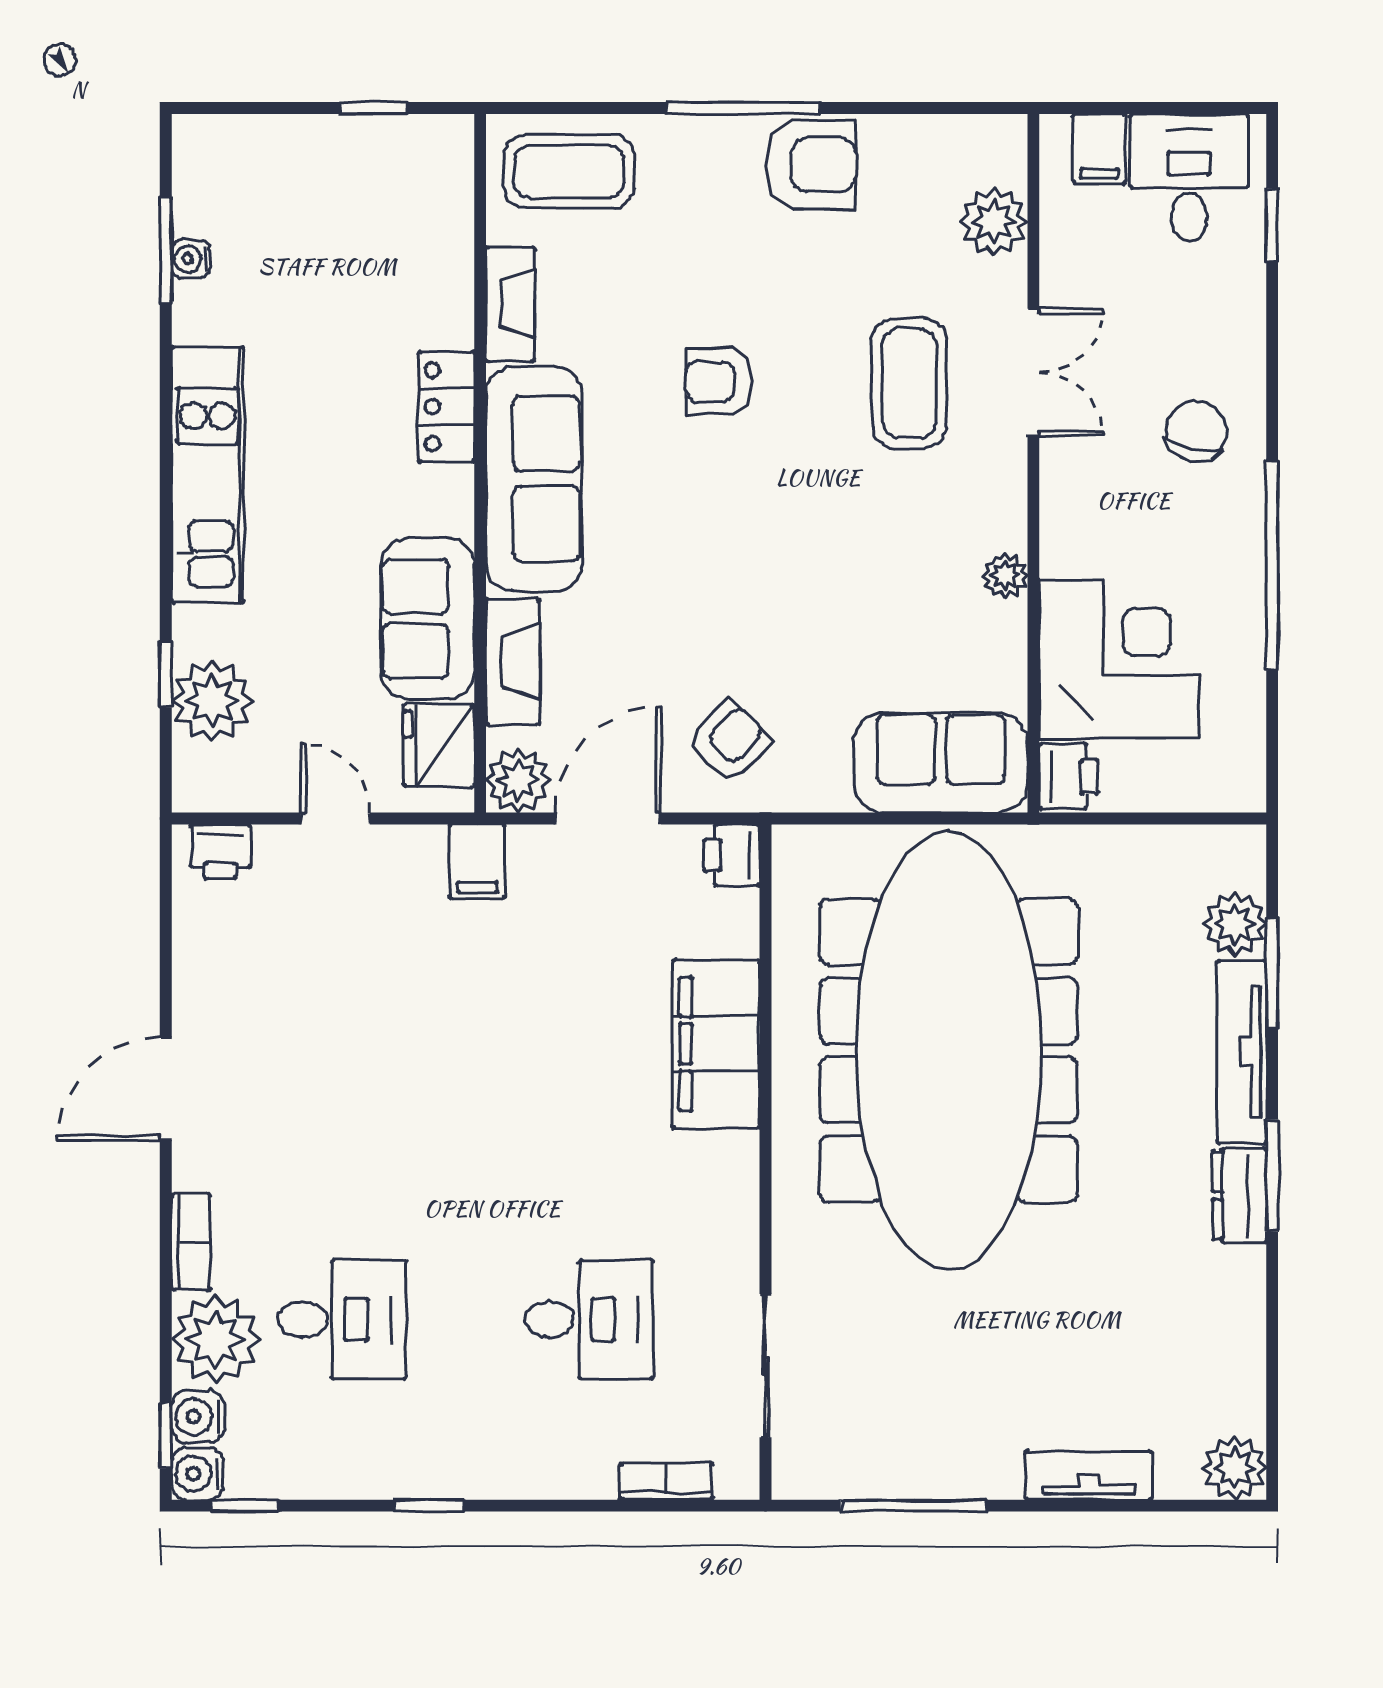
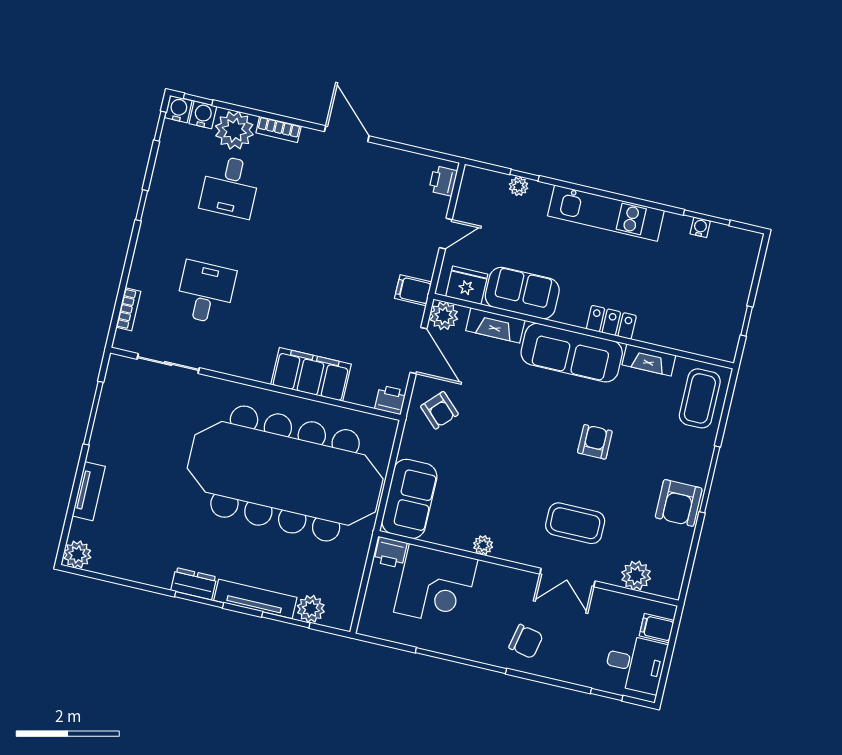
plant: (212, 701) -> (519, 186), width x0.53, depth x0.53
desk: (589, 1319) -> (206, 292), turned 180

